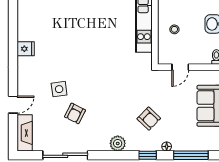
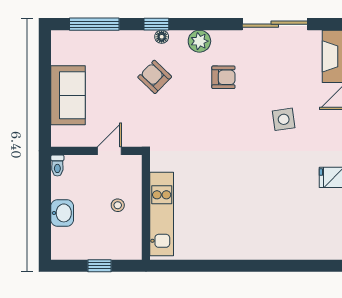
armchair: (75, 113) -> (223, 77), moved, turned 63
floor lamp: (167, 146) -> (162, 37), moved

